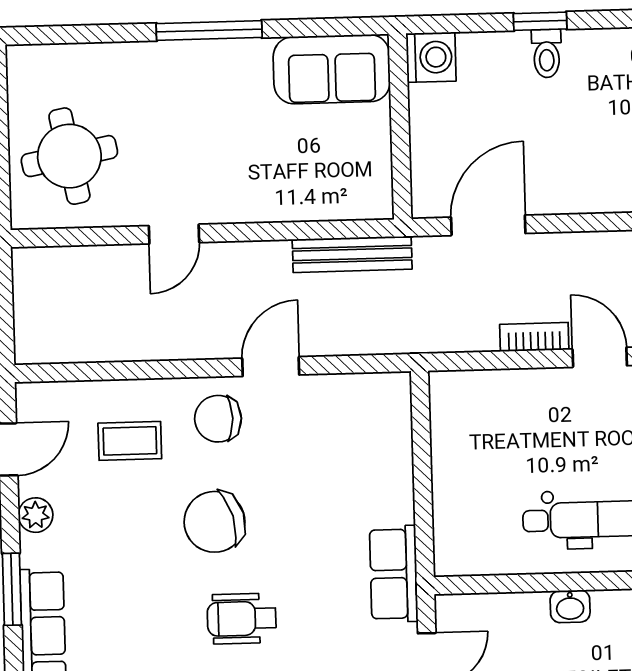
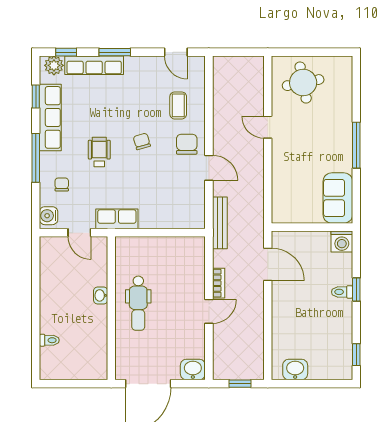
bench: (352, 254) -> (220, 223), moved
plant: (36, 515) -> (147, 63), removed
chair: (215, 522) -> (142, 141), width x0.54, depth x0.54

